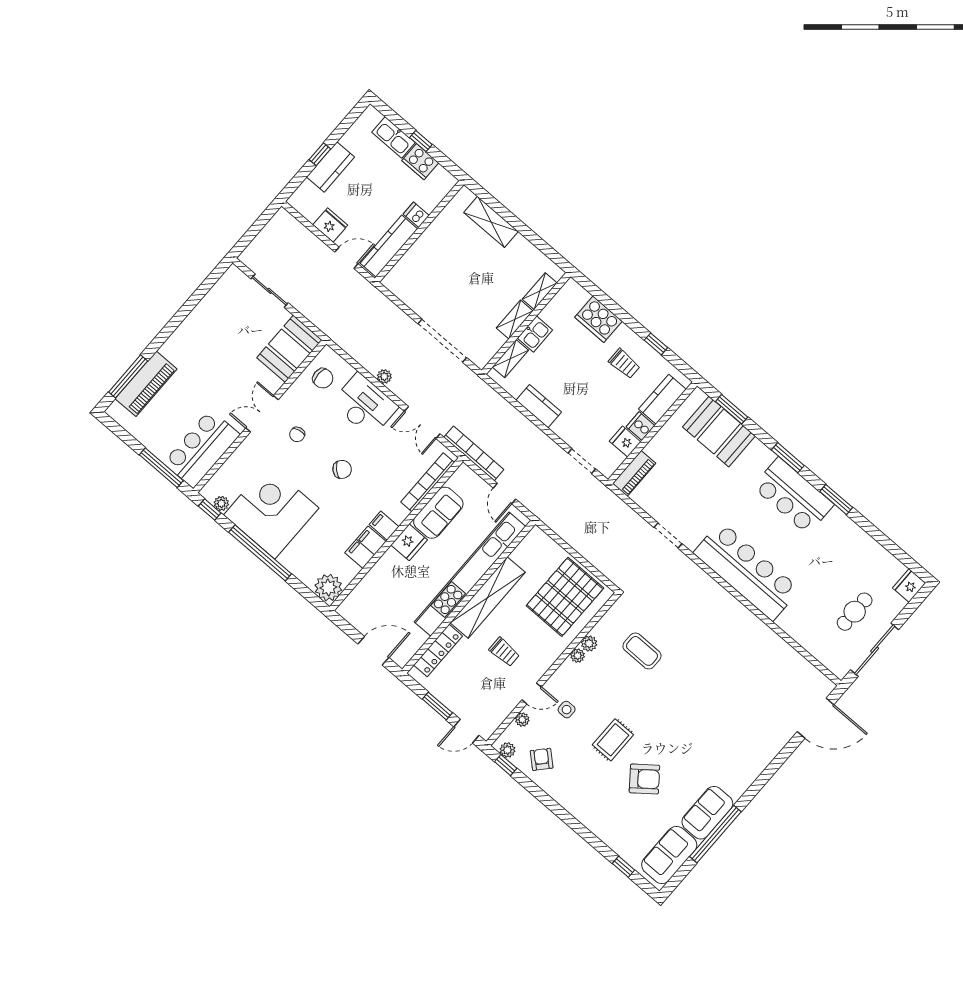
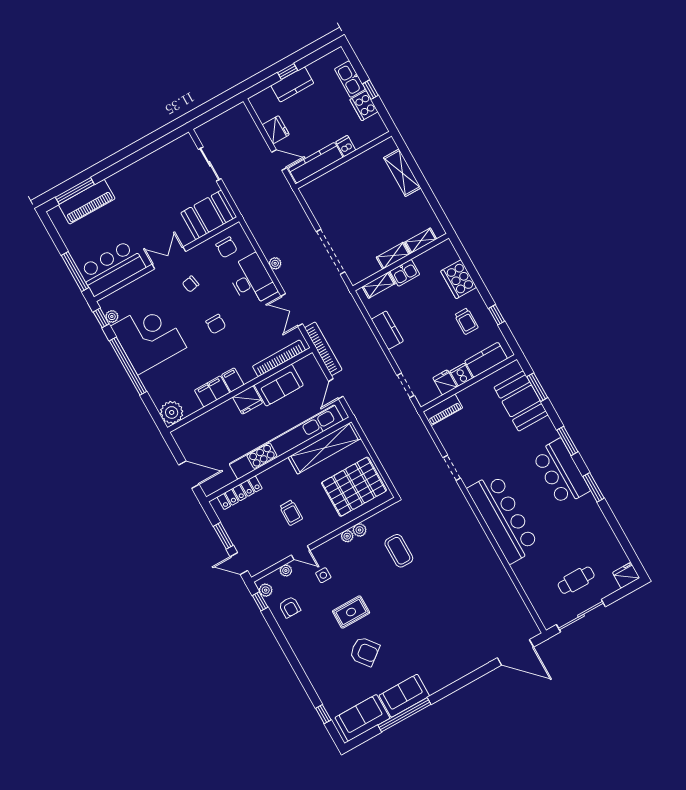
chair: (342, 469) -> (216, 324), turned 48
shelving: (488, 597) -> (325, 448), moved
armchair: (542, 759) -> (290, 607), turned 138

